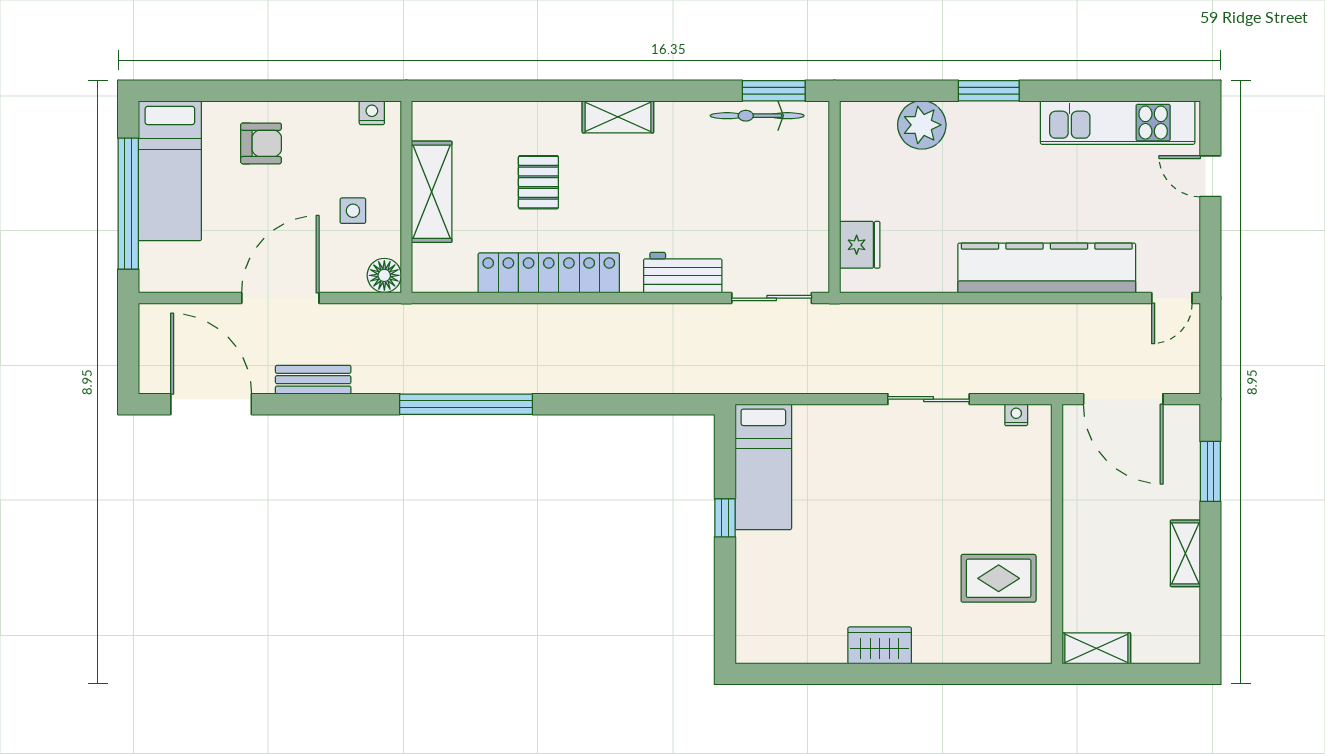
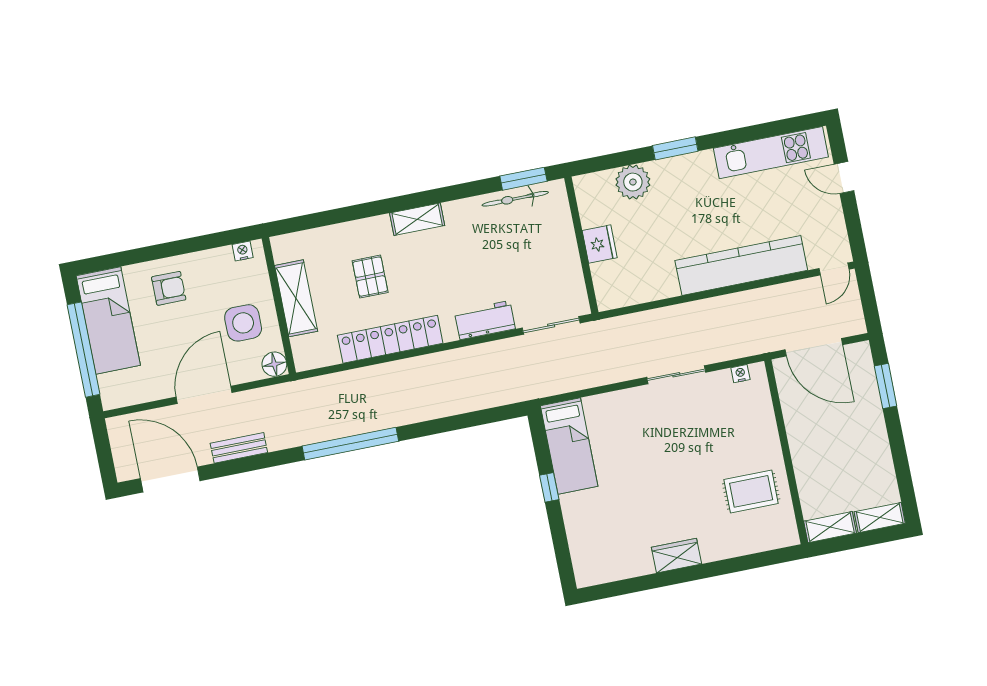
side table: (353, 211) -> (243, 323), width x1.87, depth x1.87
fridge: (860, 245) -> (600, 244), moved
shelving: (1185, 553) -> (880, 518), moved, turned 90

